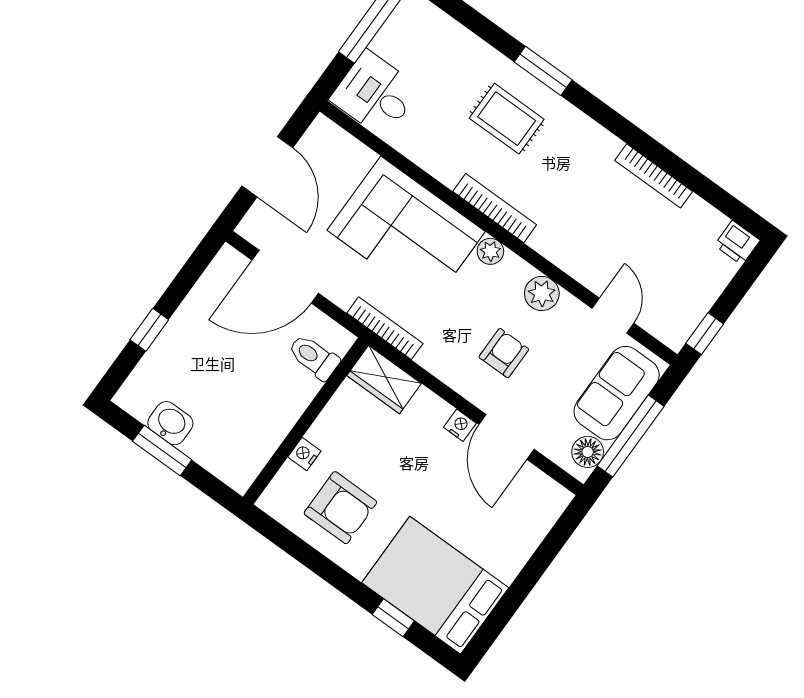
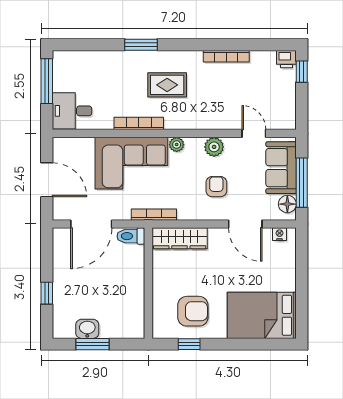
rug: (507, 119) -> (167, 85), moved
bookcase: (495, 208) -> (139, 123), moved
window: (705, 334) -> (302, 72), moved
toilet: (314, 357) -> (131, 236), moved
wardrobe: (384, 379) -> (180, 238), width x1.50
nightstand: (460, 425) -> (280, 234), moved
nightstand: (304, 454) -> (159, 299), removed
window: (393, 618) -> (189, 344), moved

